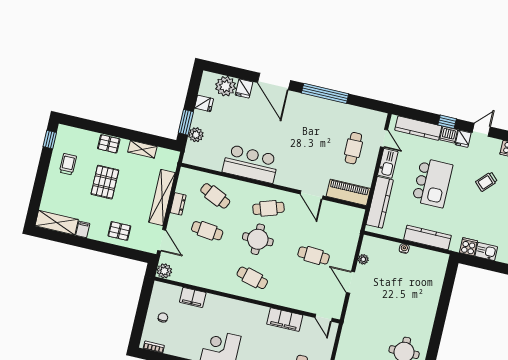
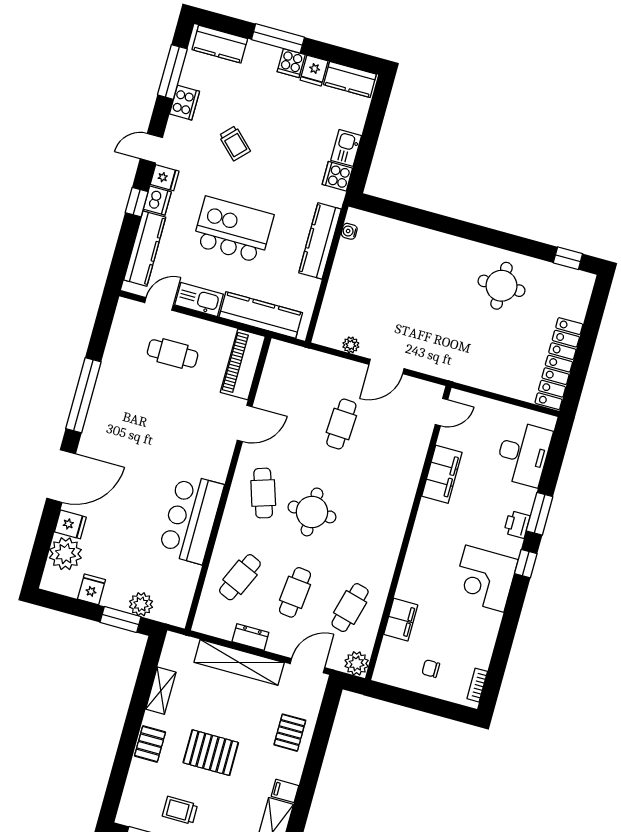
door: (481, 130) -> (151, 148), hinge flipped
water cooler: (404, 249) -> (349, 231), moved
cafe table: (252, 278) -> (350, 608), moved

